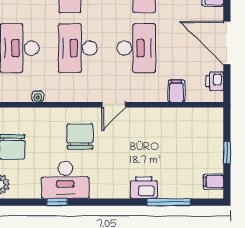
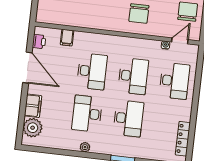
desk: (136, 48) -> (92, 71), turned 180
door: (114, 105) -> (180, 41), moved

